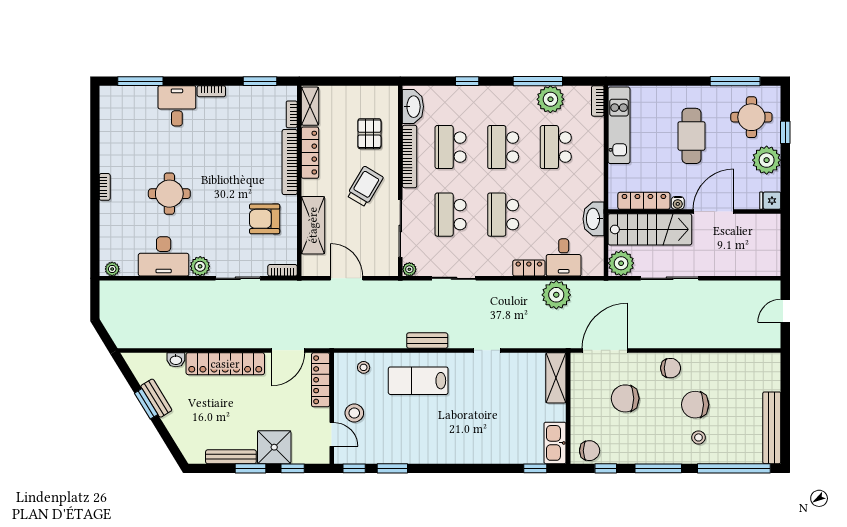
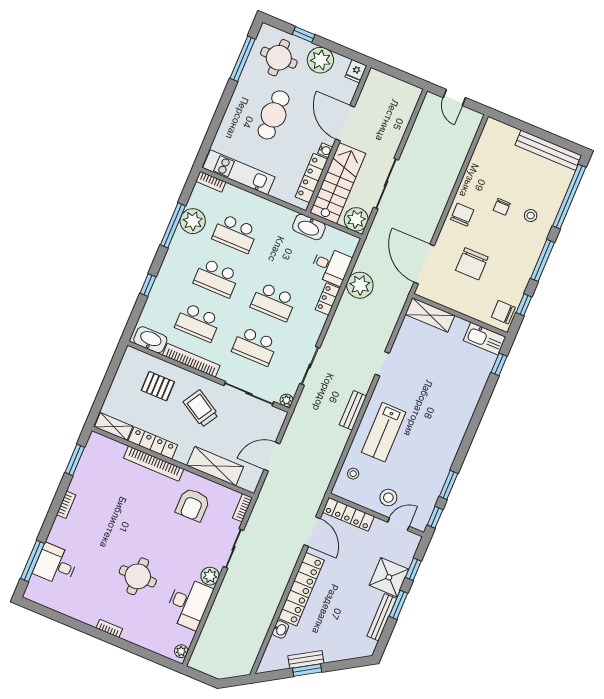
desk: (177, 106) -> (56, 565), moved
bookcase: (292, 114) -> (114, 445), removed
cafe table: (691, 136) -> (274, 115), turned 90
chair: (695, 405) -> (502, 207), width x0.54, depth x0.54
chair: (590, 451) -> (503, 312), turned -90

